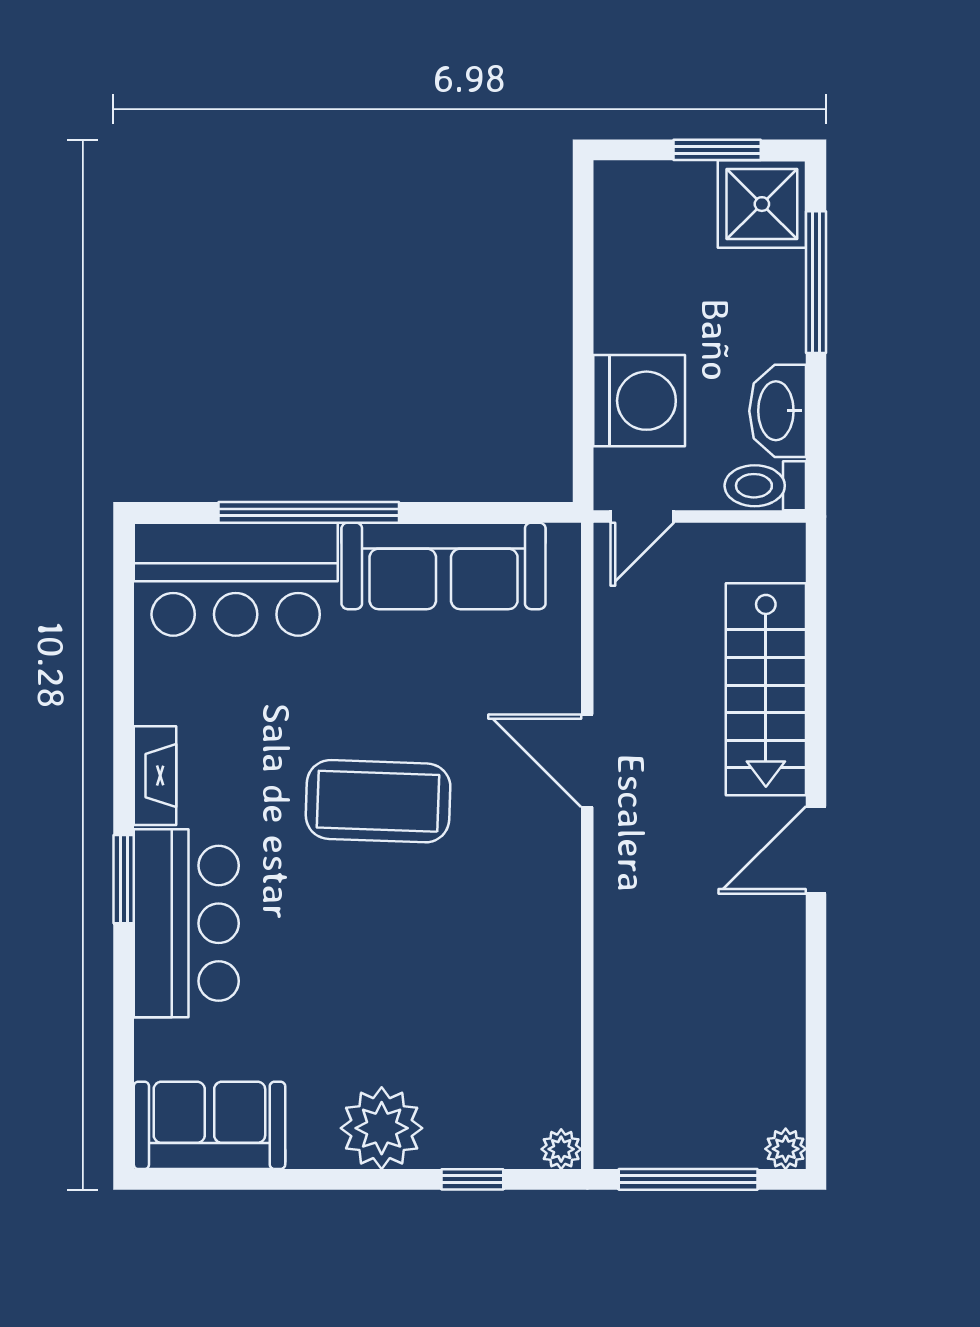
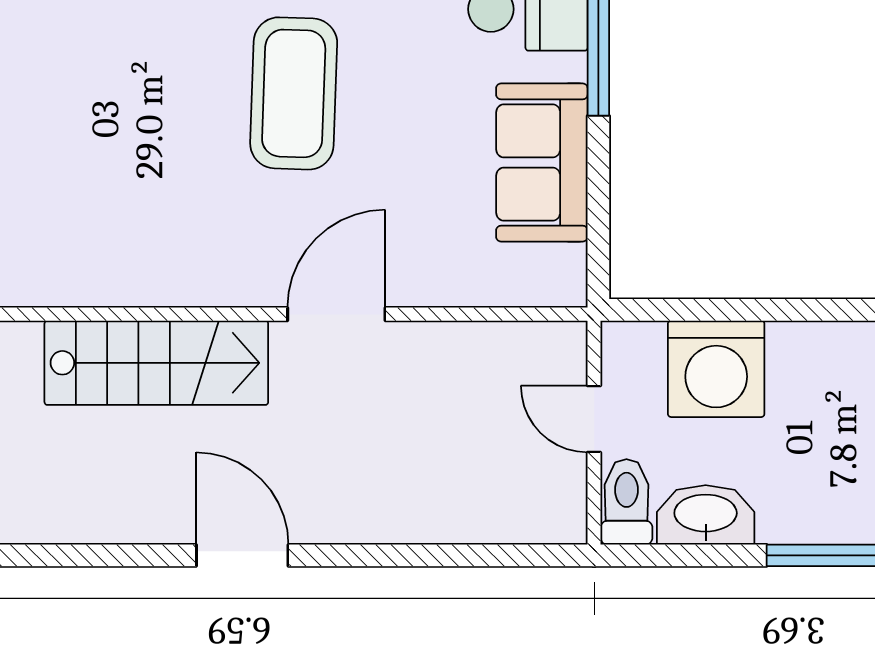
door: (642, 517) -> (594, 419), moved
sofa: (444, 566) -> (542, 162), width x0.73
stairs: (766, 689) -> (156, 363), moved, turned 180

